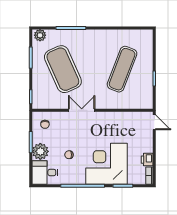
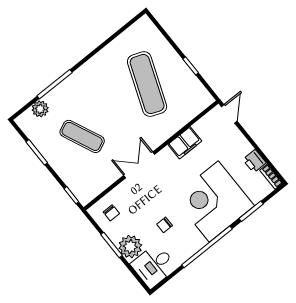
plant: (40, 35) -> (40, 109), moved
exercise mat: (63, 69) -> (82, 136), width x0.50, depth x0.69
filing cabinet: (117, 118) -> (185, 143), added
door: (154, 122) -> (229, 114), hinge flipped

